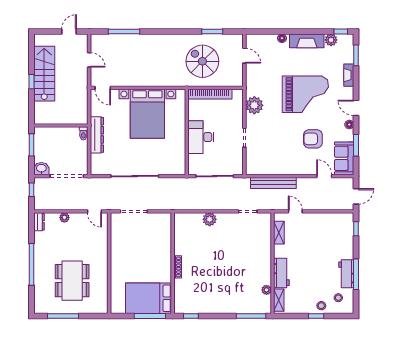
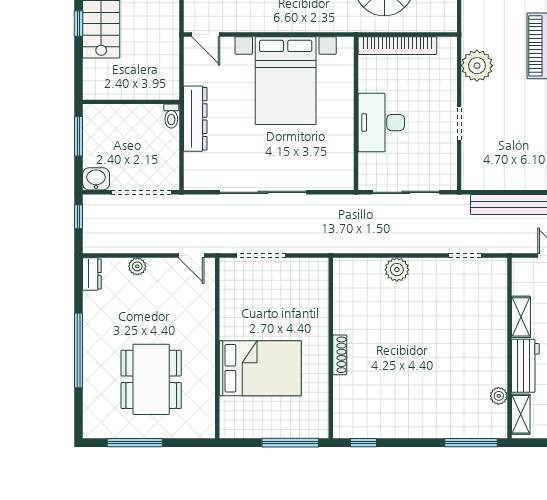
shelving: (279, 233) -> (521, 317), moved
bed: (149, 298) -> (260, 368), moved, turned 180

